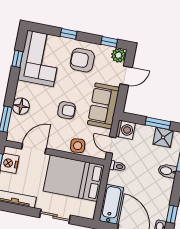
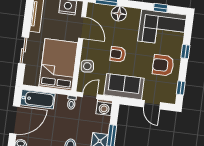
plant: (119, 55) -> (170, 97), removed
armchair: (82, 60) -> (163, 65), turned -90
armchair: (67, 110) -> (118, 54), turned 90

